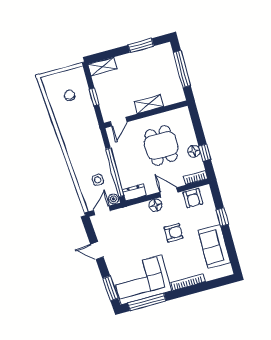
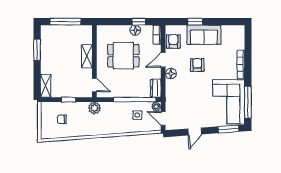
plant: (92, 129) -> (94, 108), added
armchair: (193, 198) -> (173, 41), turned -90
sofa: (214, 246) -> (204, 35), moved

